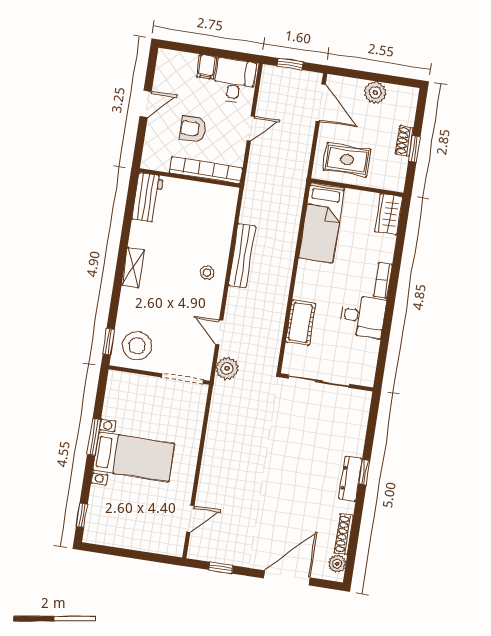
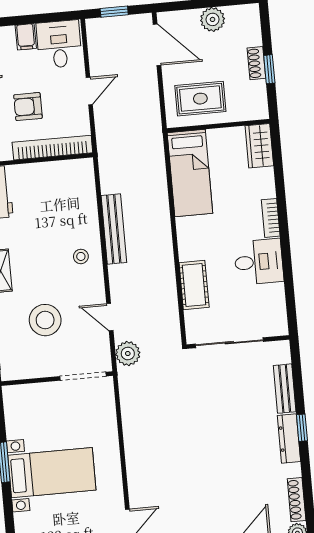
stool: (137, 346) -> (45, 320), moved
bench: (358, 434) -> (285, 389), added

